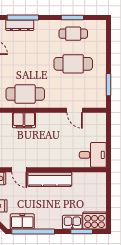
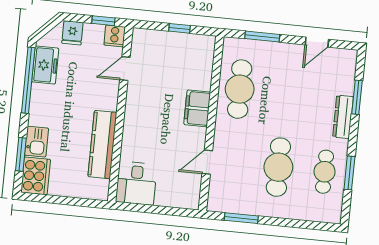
window: (23, 17) -> (357, 97), width x0.69
dresser: (20, 25) -> (343, 117), moved
filing cabinet: (24, 120) -> (197, 108), moved
kitchen counter: (50, 179) -> (102, 145), moved

